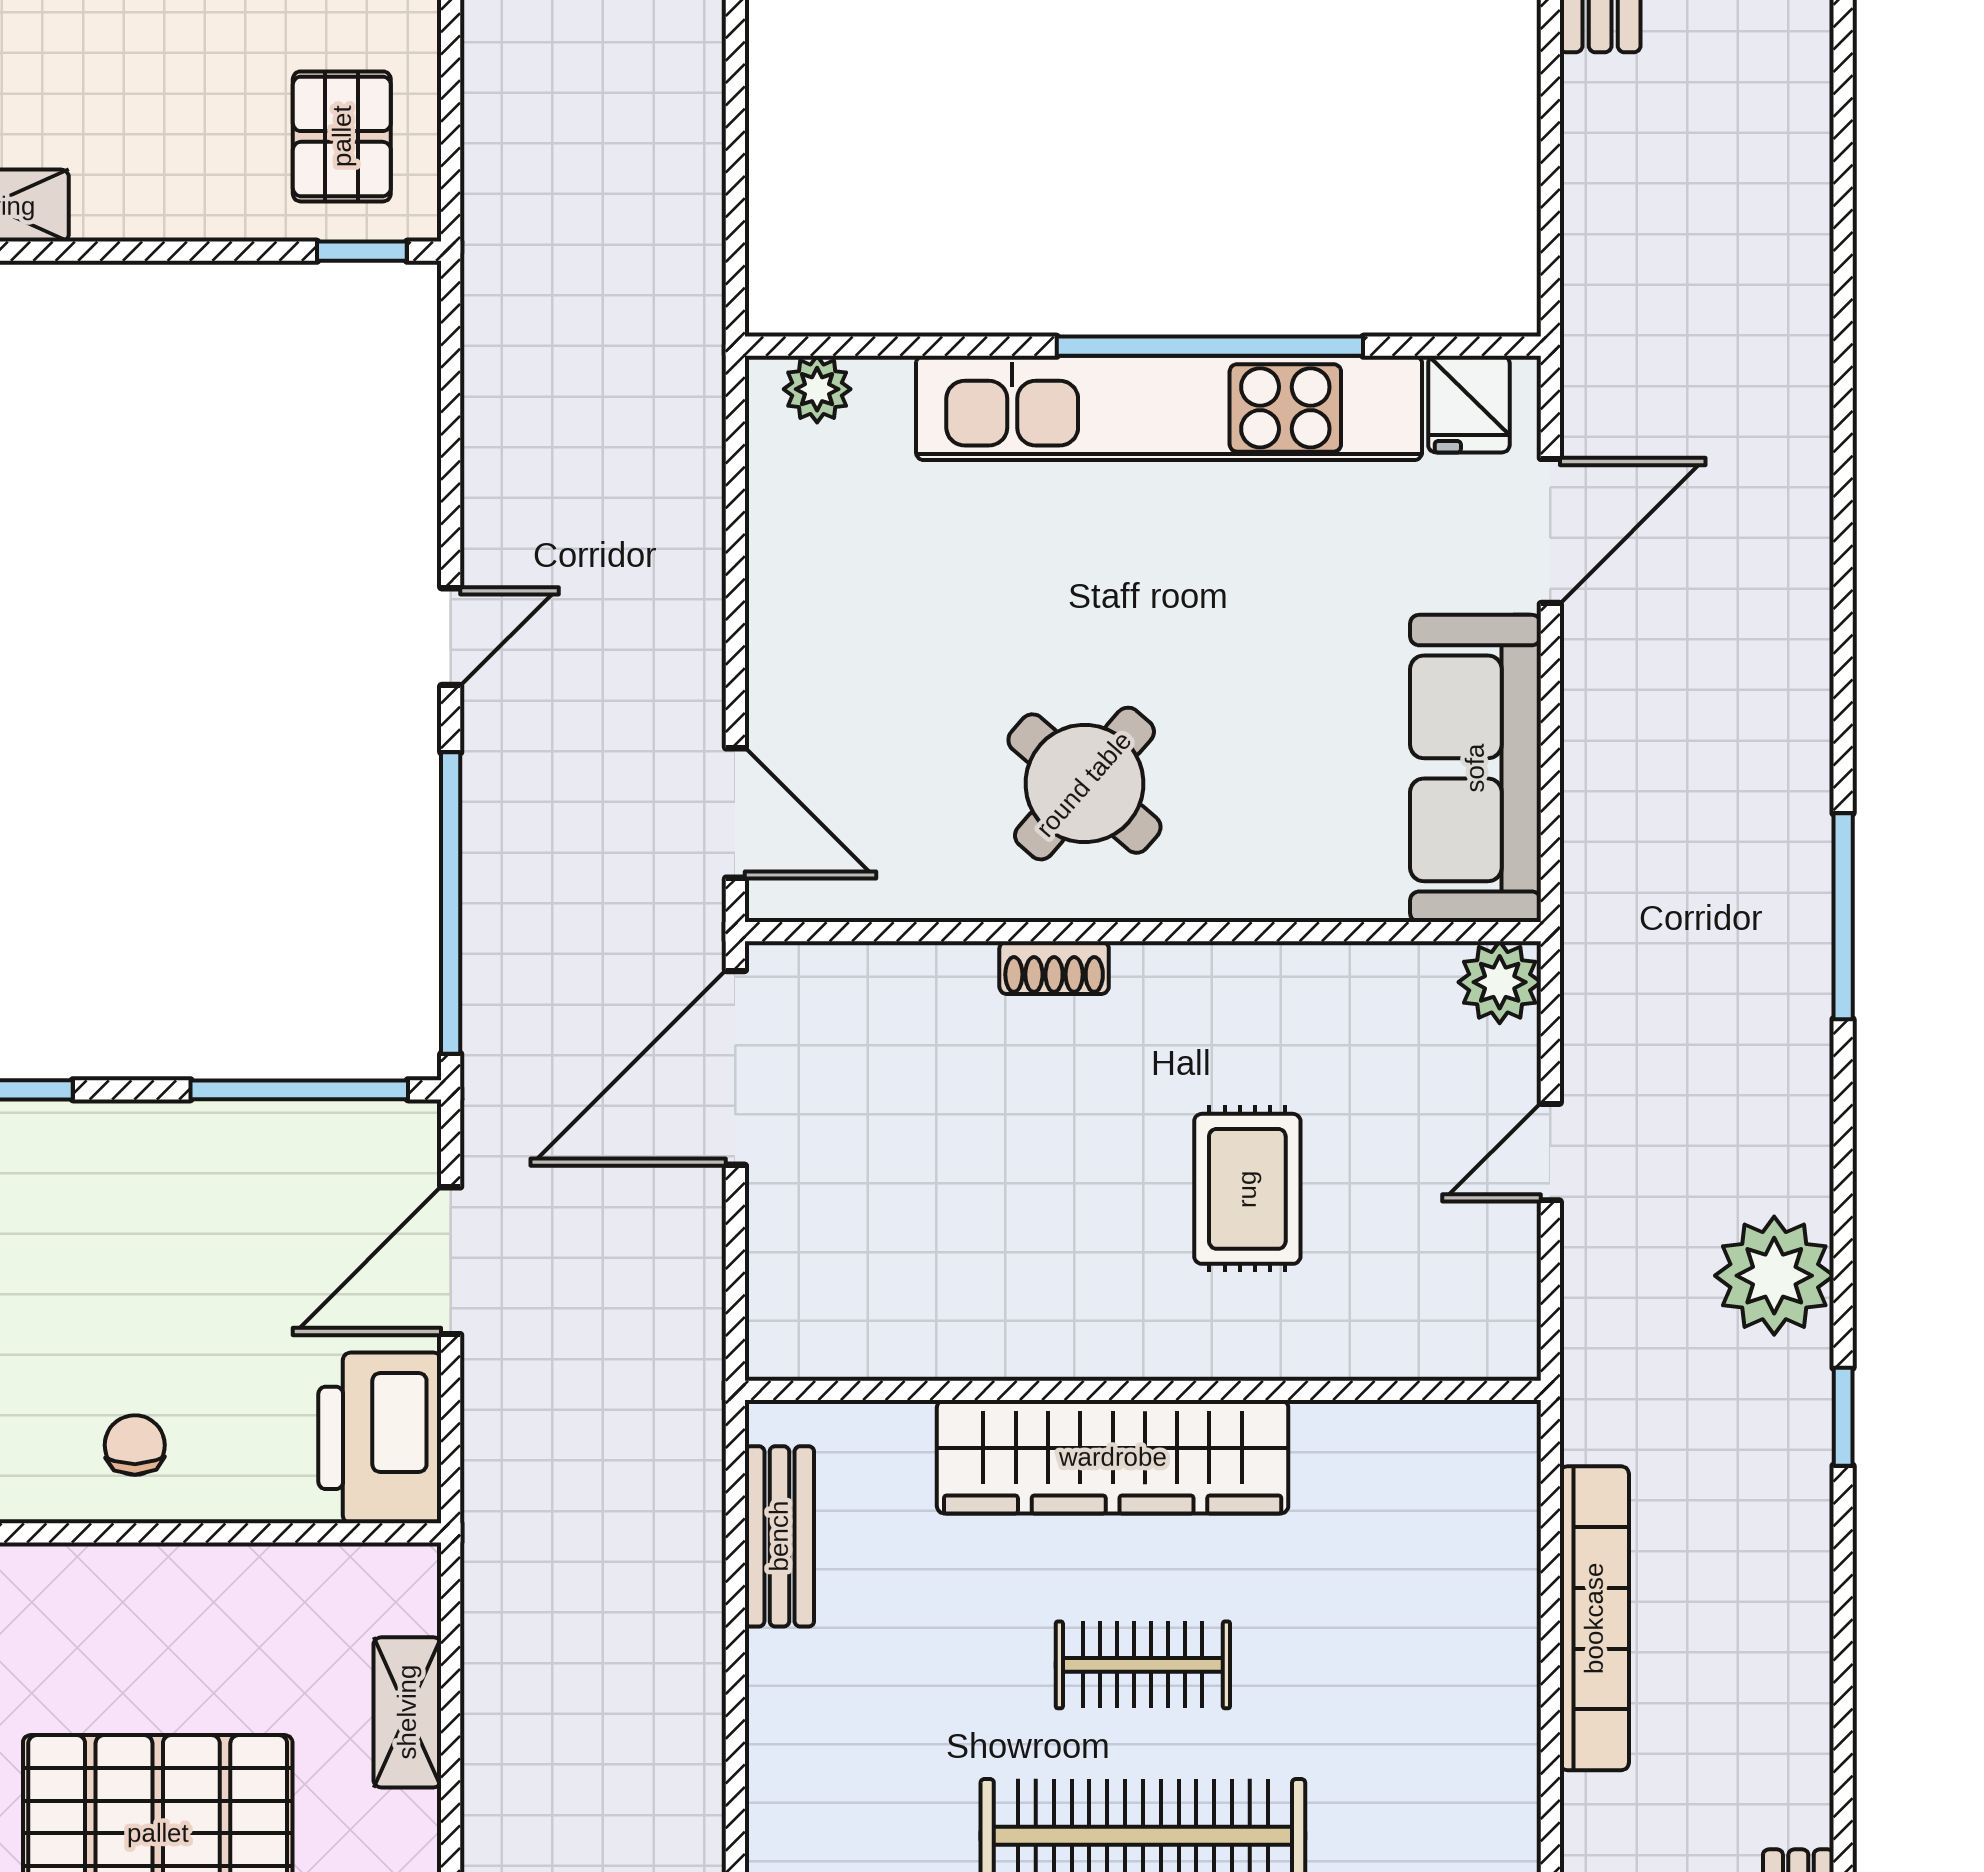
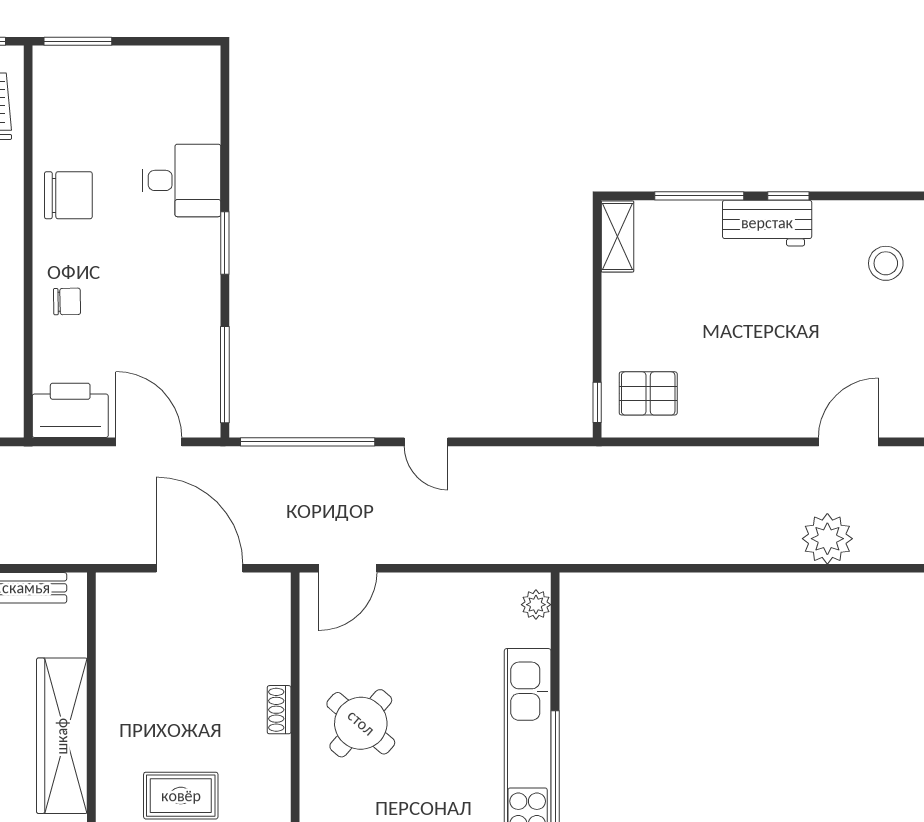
door: (735, 1068) -> (200, 568), moved

